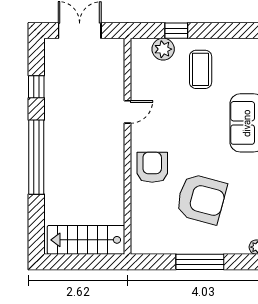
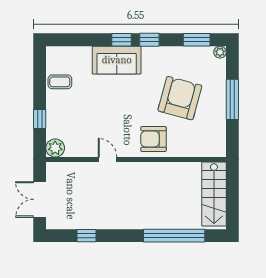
plant: (163, 49) -> (55, 148), moved
coffee table: (201, 69) -> (60, 82), moved, width x0.73, depth x0.77
window: (36, 157) -> (174, 236), moved

